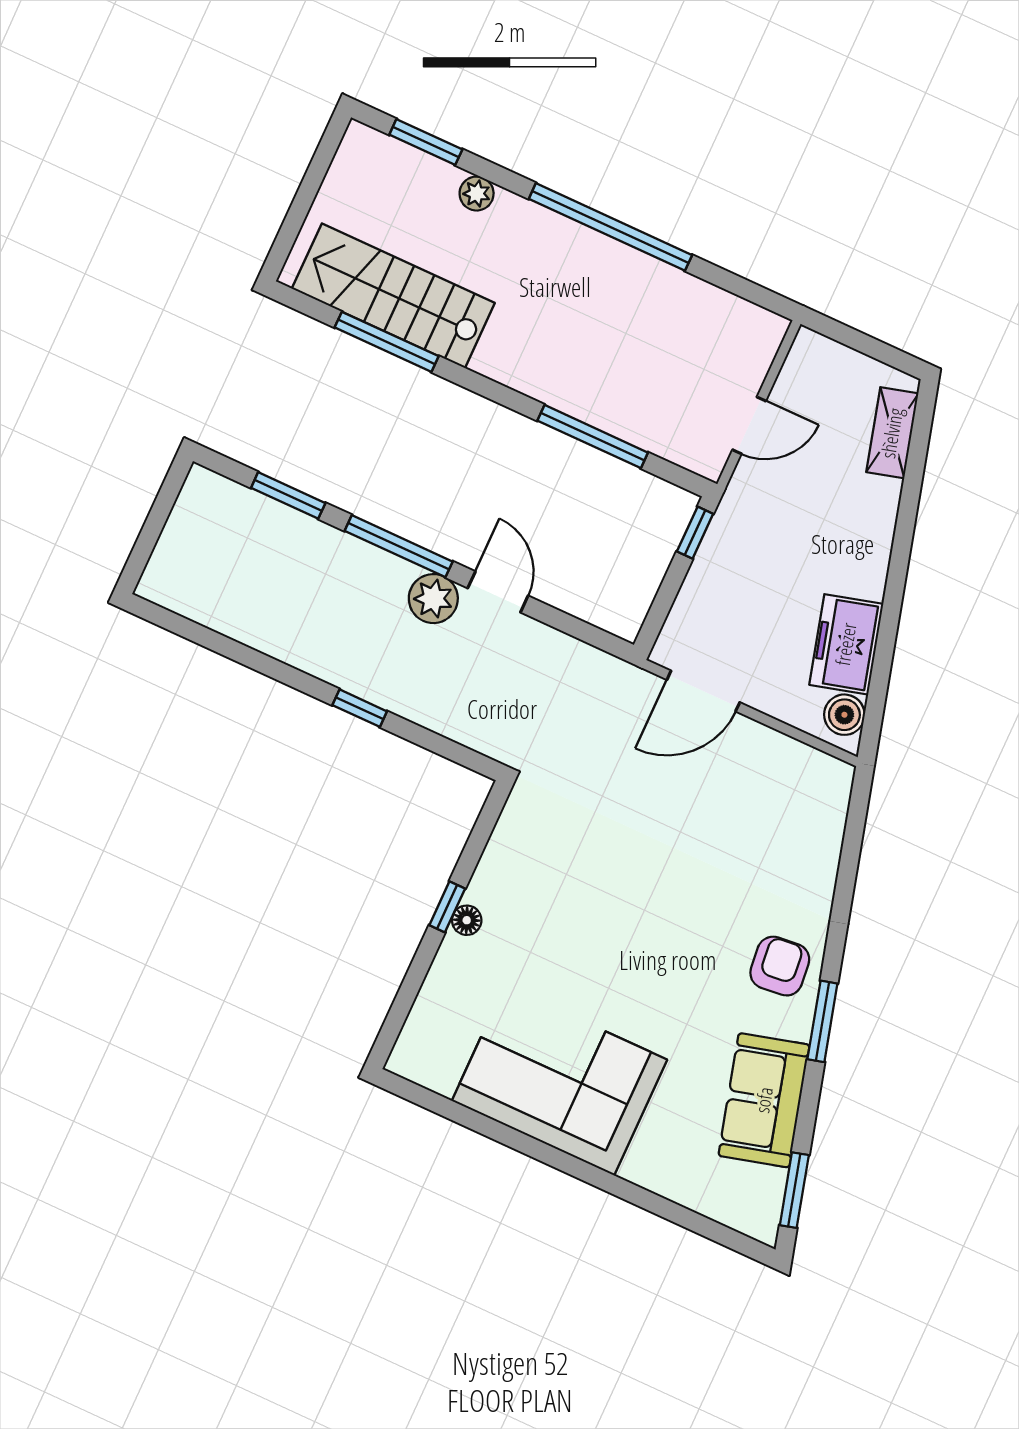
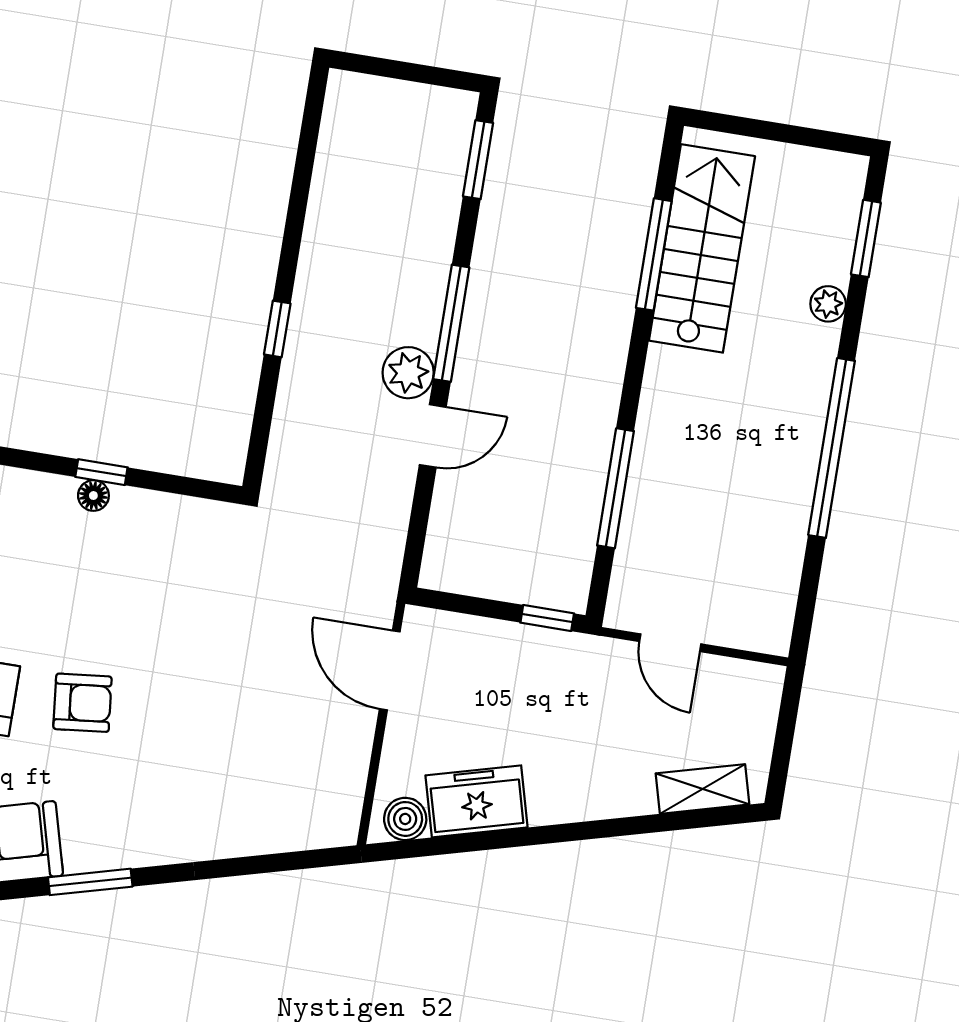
window: (288, 495) -> (478, 160), moved
armchair: (780, 966) -> (82, 703), moved

